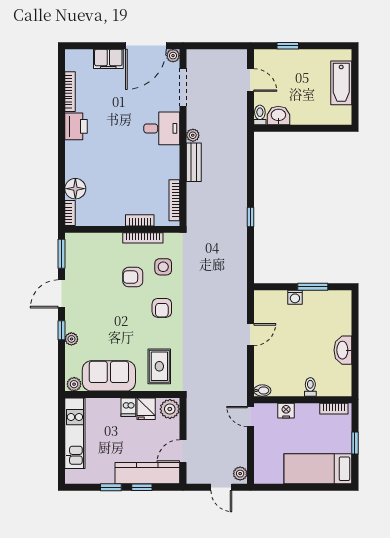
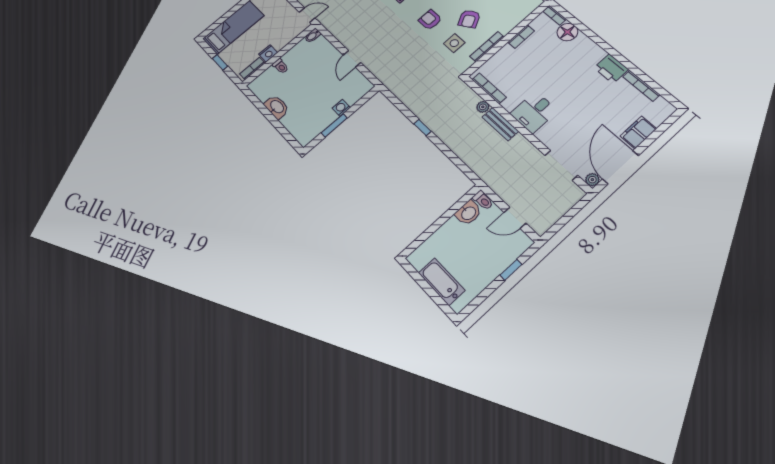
desk: (162, 128) -> (534, 112), moved
plant: (193, 135) -> (483, 107), moved
bookcase: (140, 220) -> (521, 37), moved
armchair: (133, 277) -> (469, 19), turned 150
nightstand: (286, 411) -> (268, 53), moved

